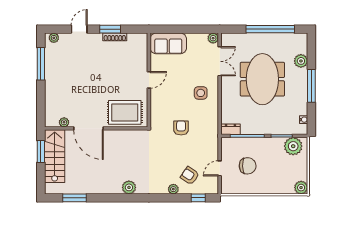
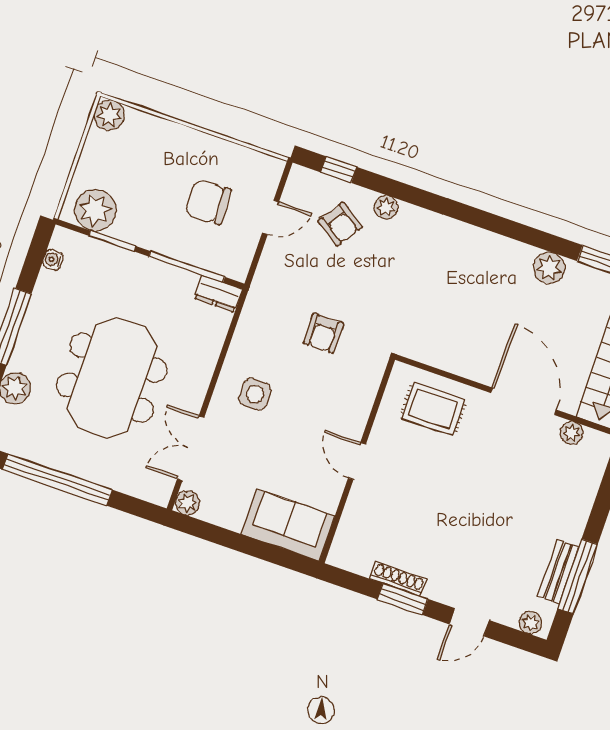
bench: (50, 63) -> (558, 572), added
door: (149, 80) -> (357, 461), hinge flipped
rug: (125, 112) -> (433, 409), width x0.73, depth x0.70
plant: (129, 187) -> (549, 268), moved

